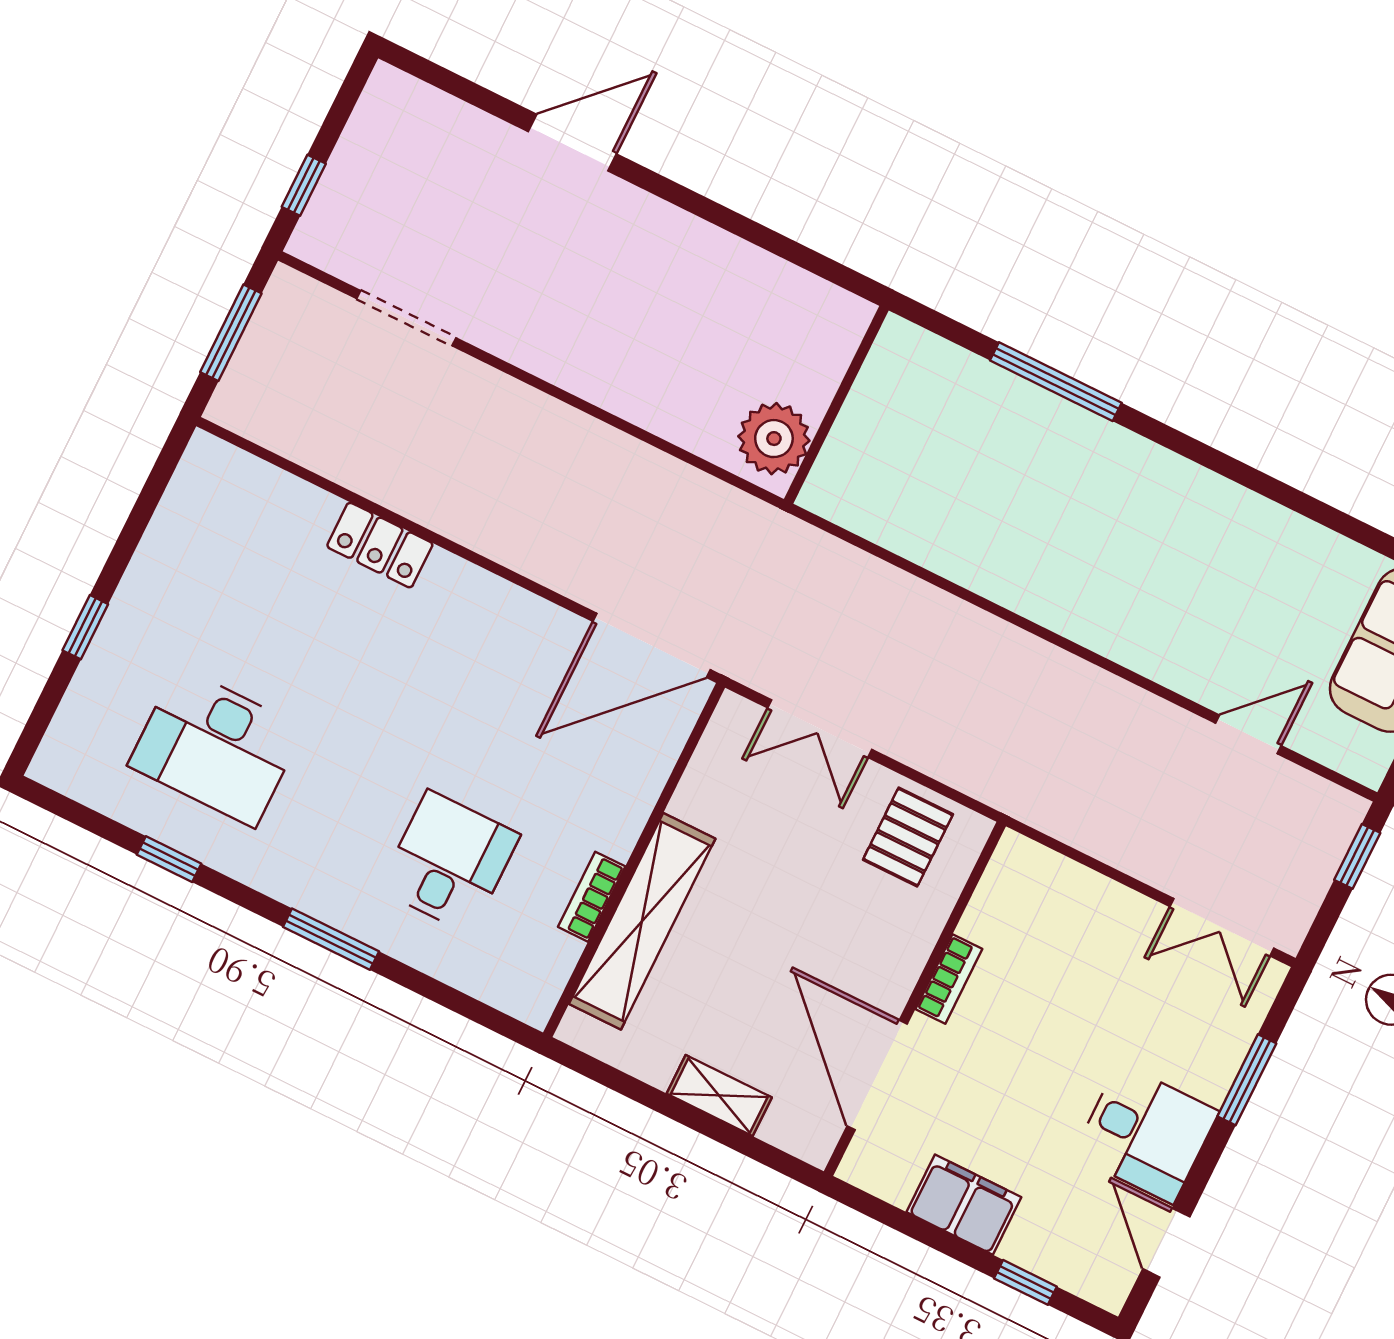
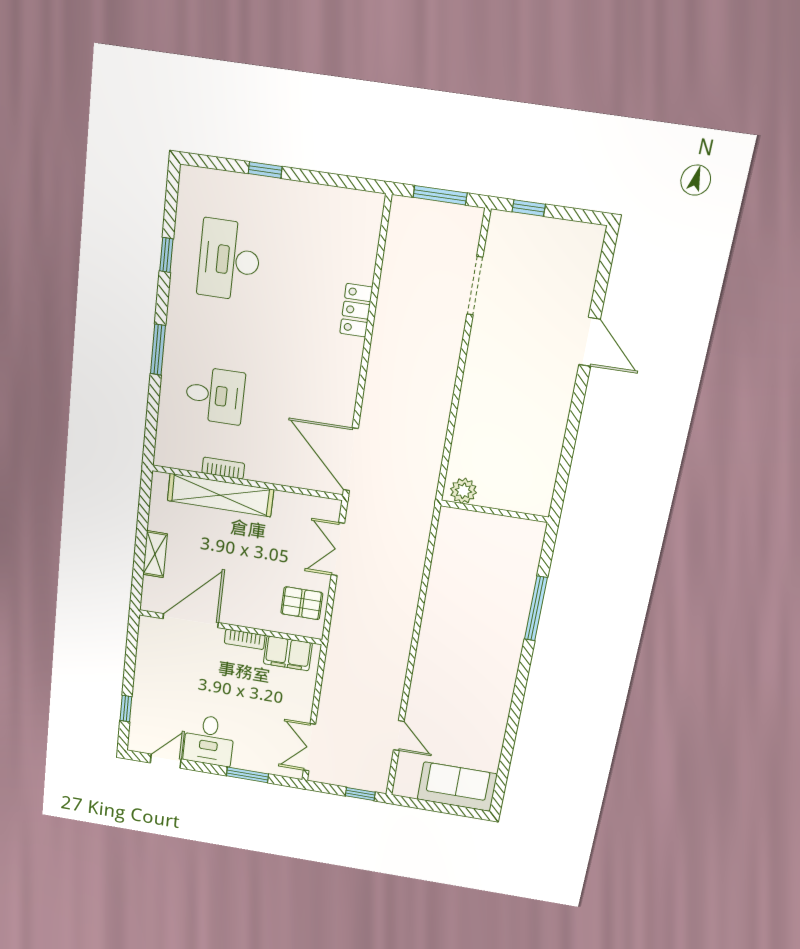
plant: (774, 439) -> (463, 491), width x0.73, depth x0.73
filing cabinet: (964, 1205) -> (288, 653), moved, turned 90

